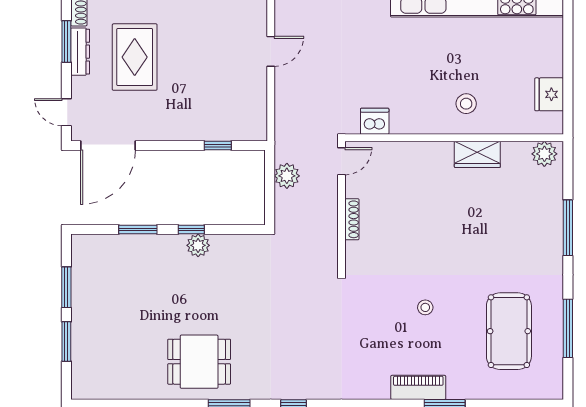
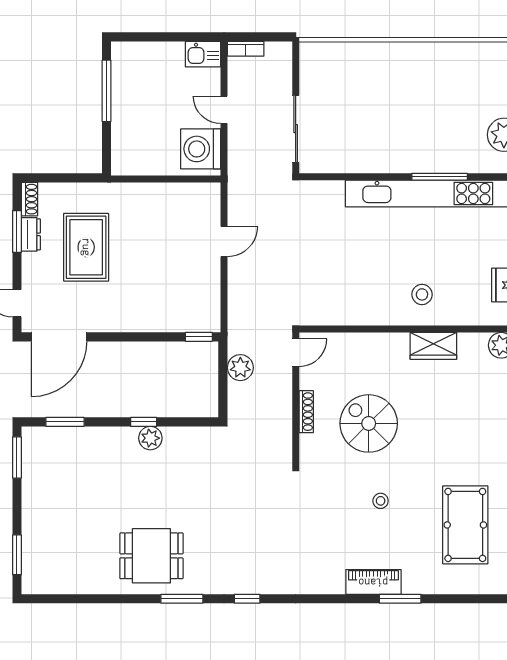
dresser: (80, 52) -> (31, 234), width x0.70
dishwasher: (375, 121) -> (329, 312), removed
window: (218, 146) -> (199, 337), moved
window: (138, 229) -> (65, 422), moved
spiral stairs: (414, 231) -> (369, 423), added
window: (66, 287) -> (17, 457), moved
window: (66, 341) -> (17, 555), moved

